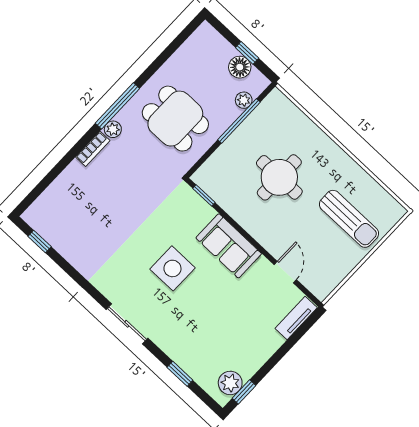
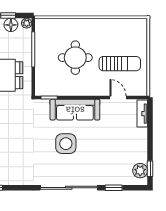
plant: (244, 100) -> (27, 23), moved
sun lounger: (349, 219) -> (120, 64), moved
sofa: (229, 246) -> (75, 110), width x1.36
sliding door: (127, 324) -> (69, 188), width x1.86

